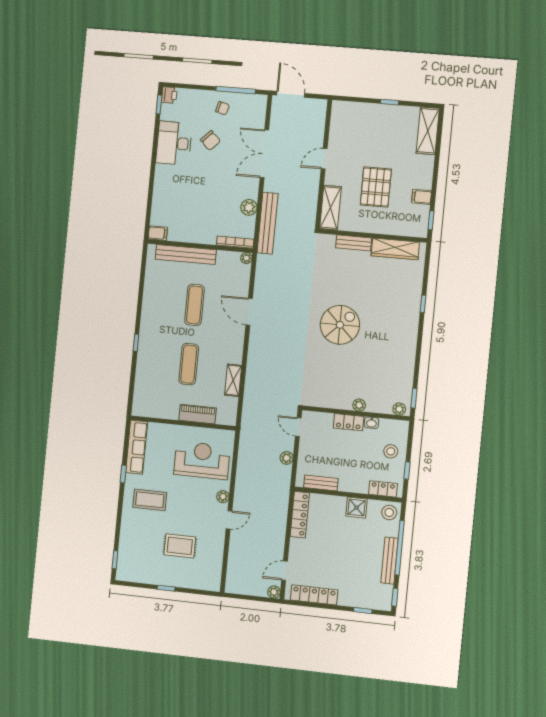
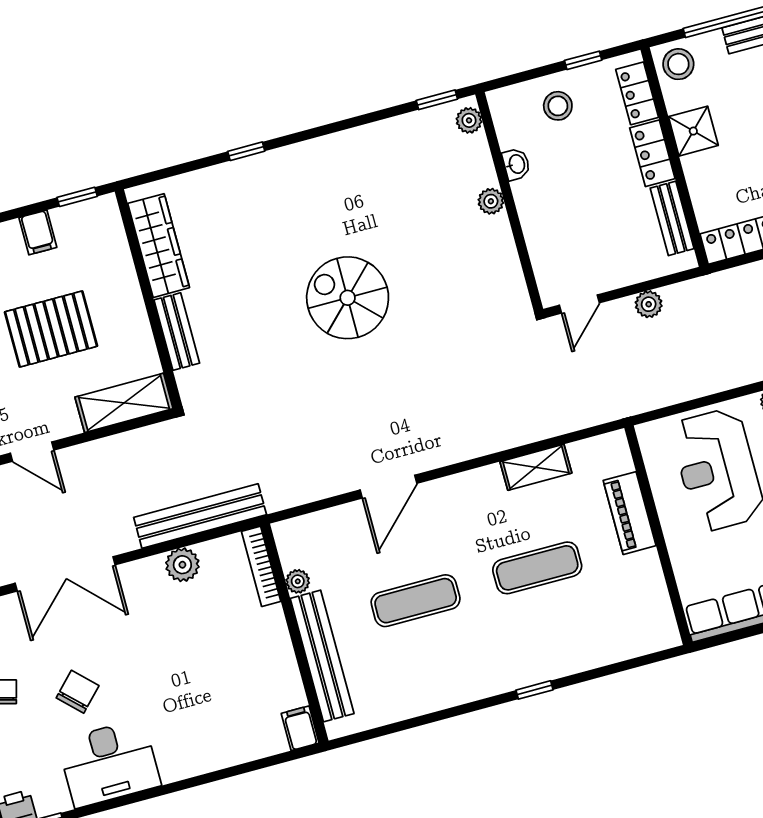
plant: (246, 258) -> (298, 581), moved
locker: (349, 422) -> (652, 153), moved, turned 180

